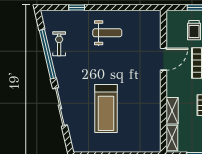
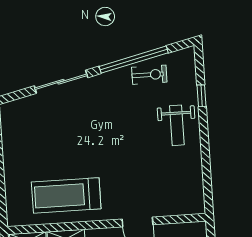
weight bench: (107, 33) -> (177, 125), moved
treadmill: (106, 109) -> (66, 195), moved

